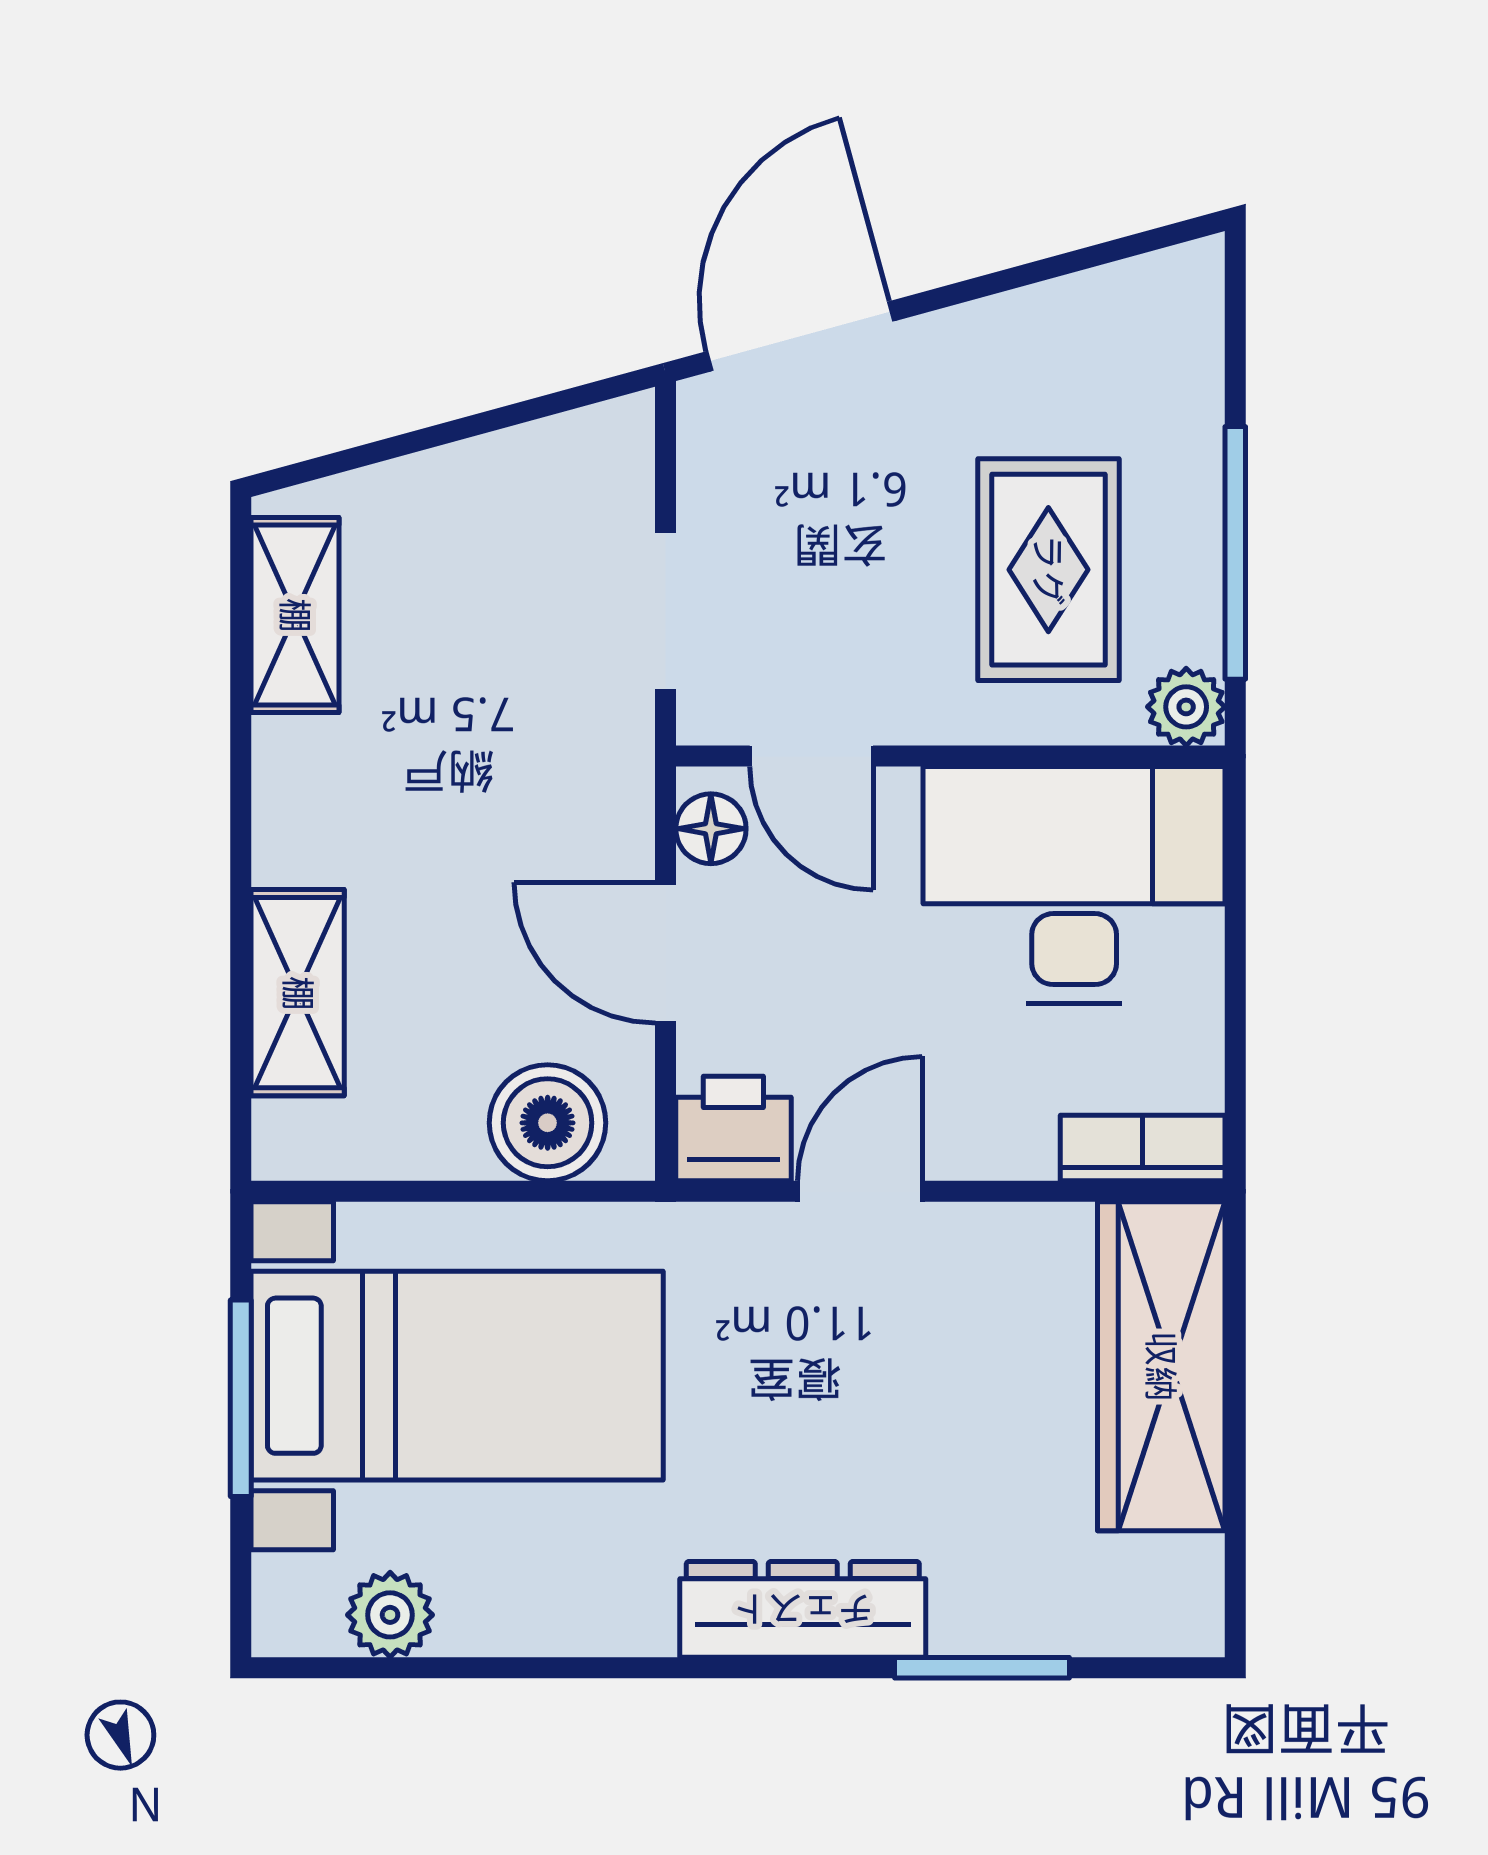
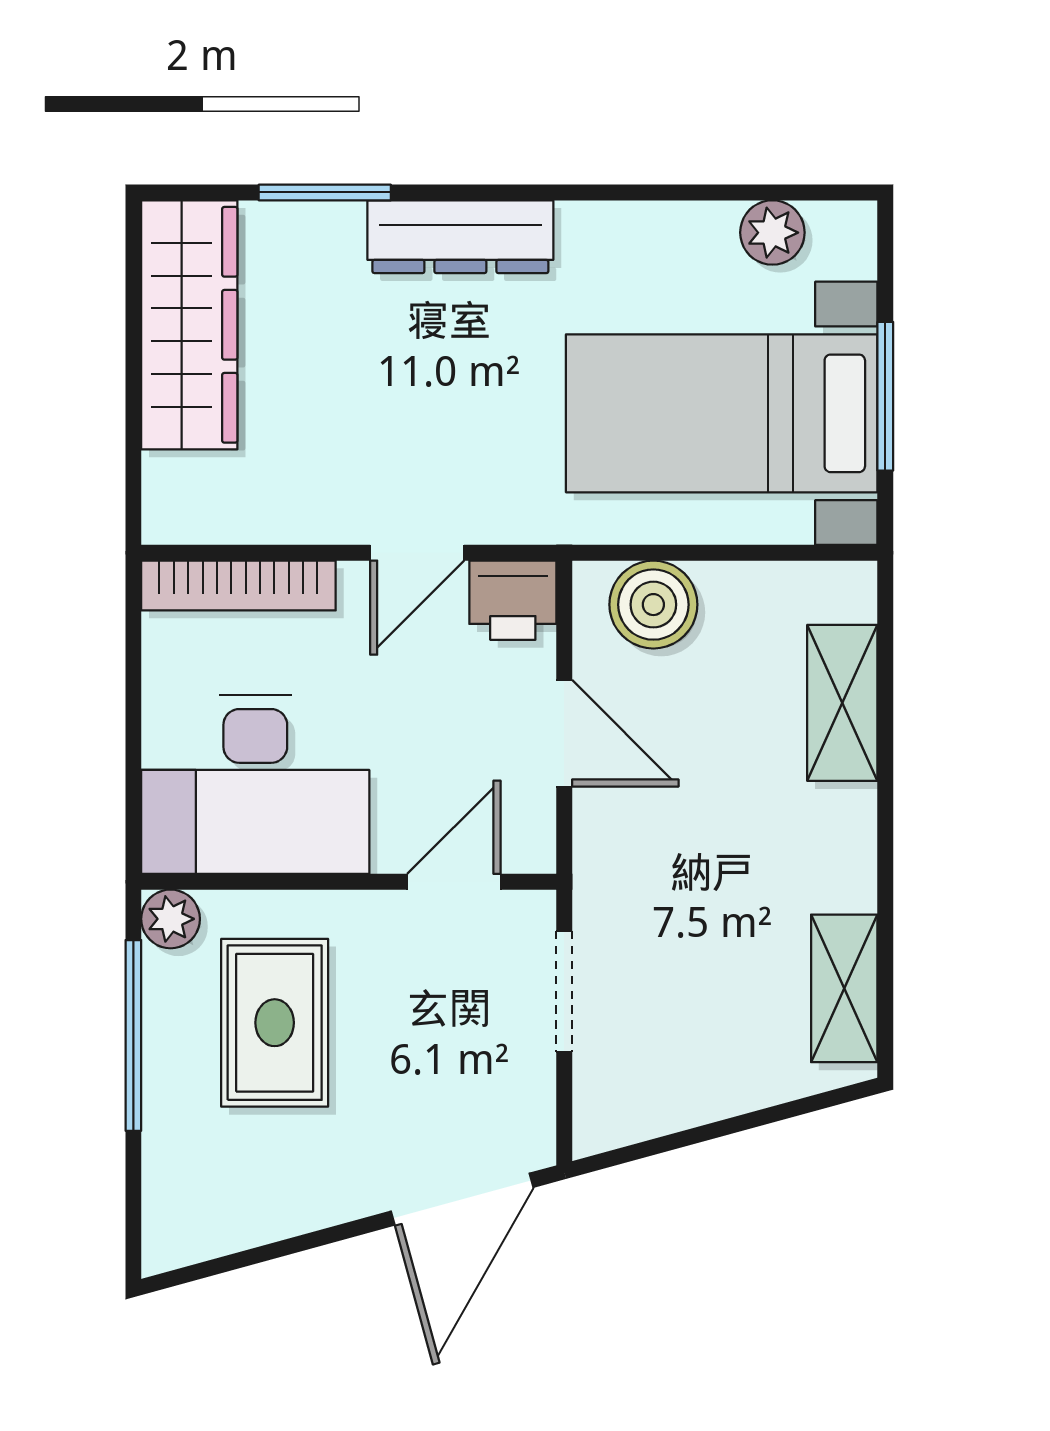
door: (811, 756) -> (454, 882), hinge flipped
floor lamp: (711, 829) -> (530, 827), removed
bookcase: (1143, 1148) -> (238, 586), width x1.56
wardrobe: (1161, 1366) -> (189, 325), moved

